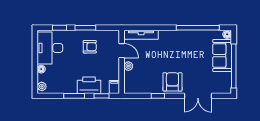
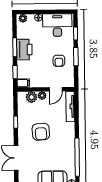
plant: (130, 78) -> (32, 97), added
armchair: (172, 82) -> (41, 132), moved, turned 86
printer: (89, 85) -> (24, 50), moved

